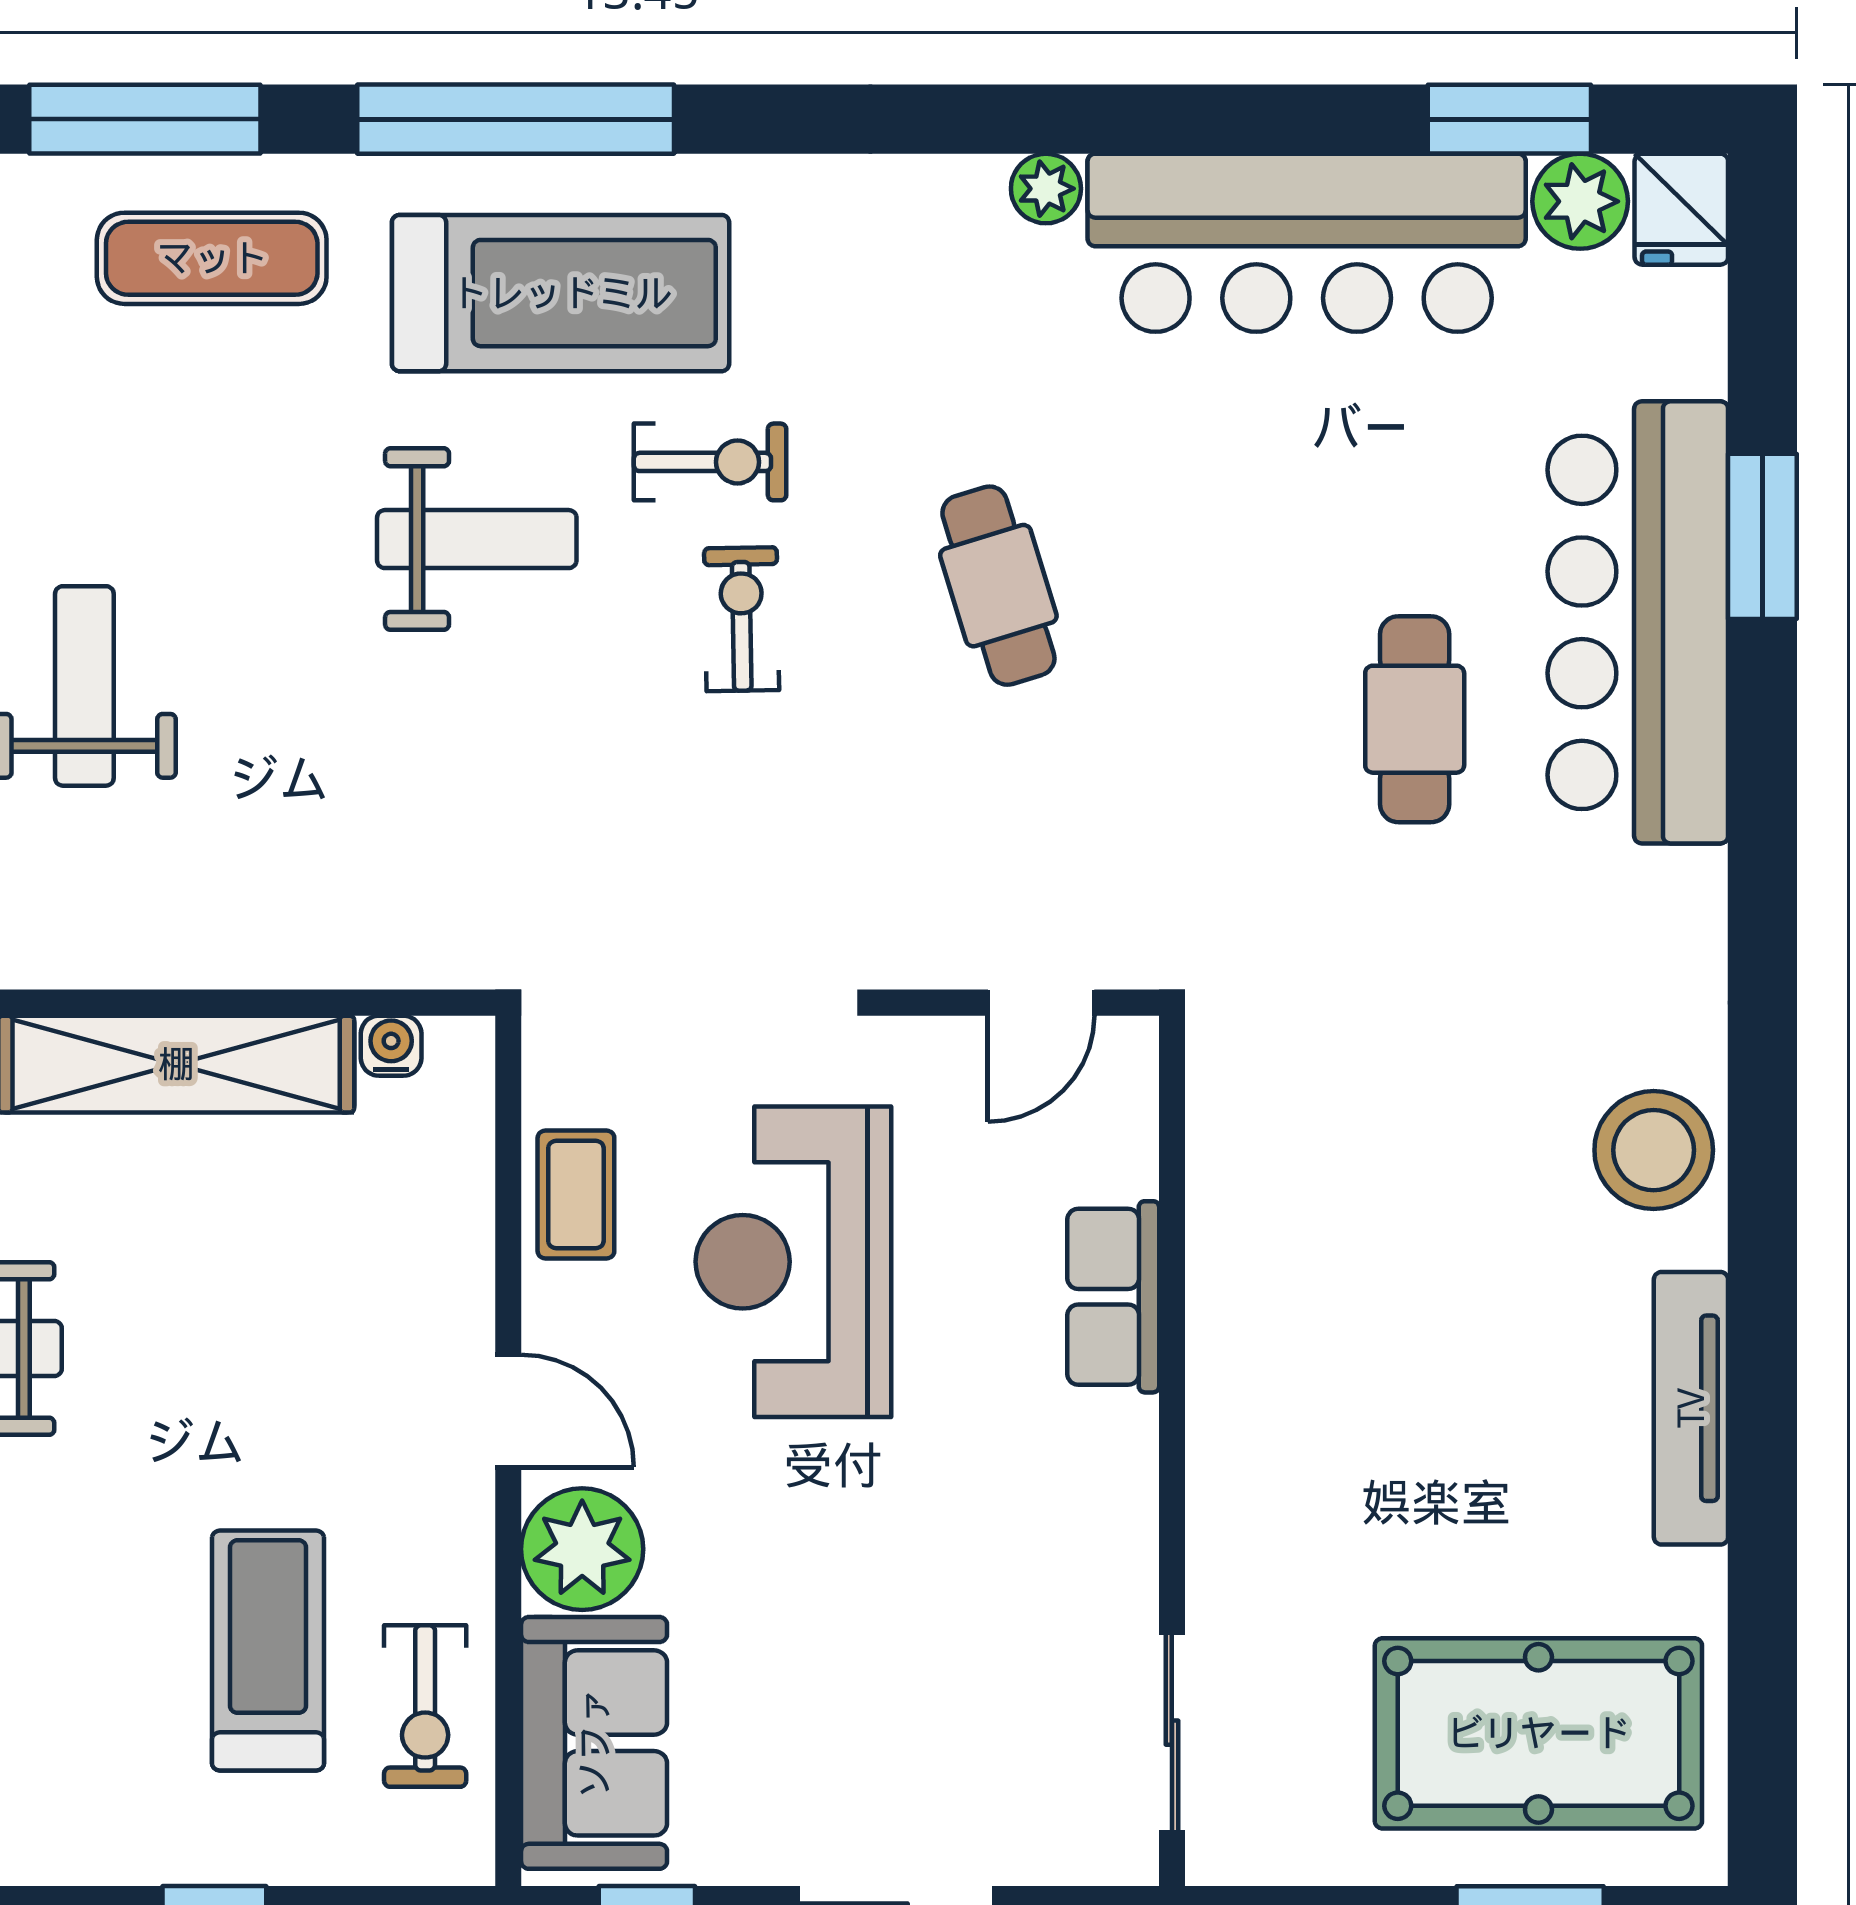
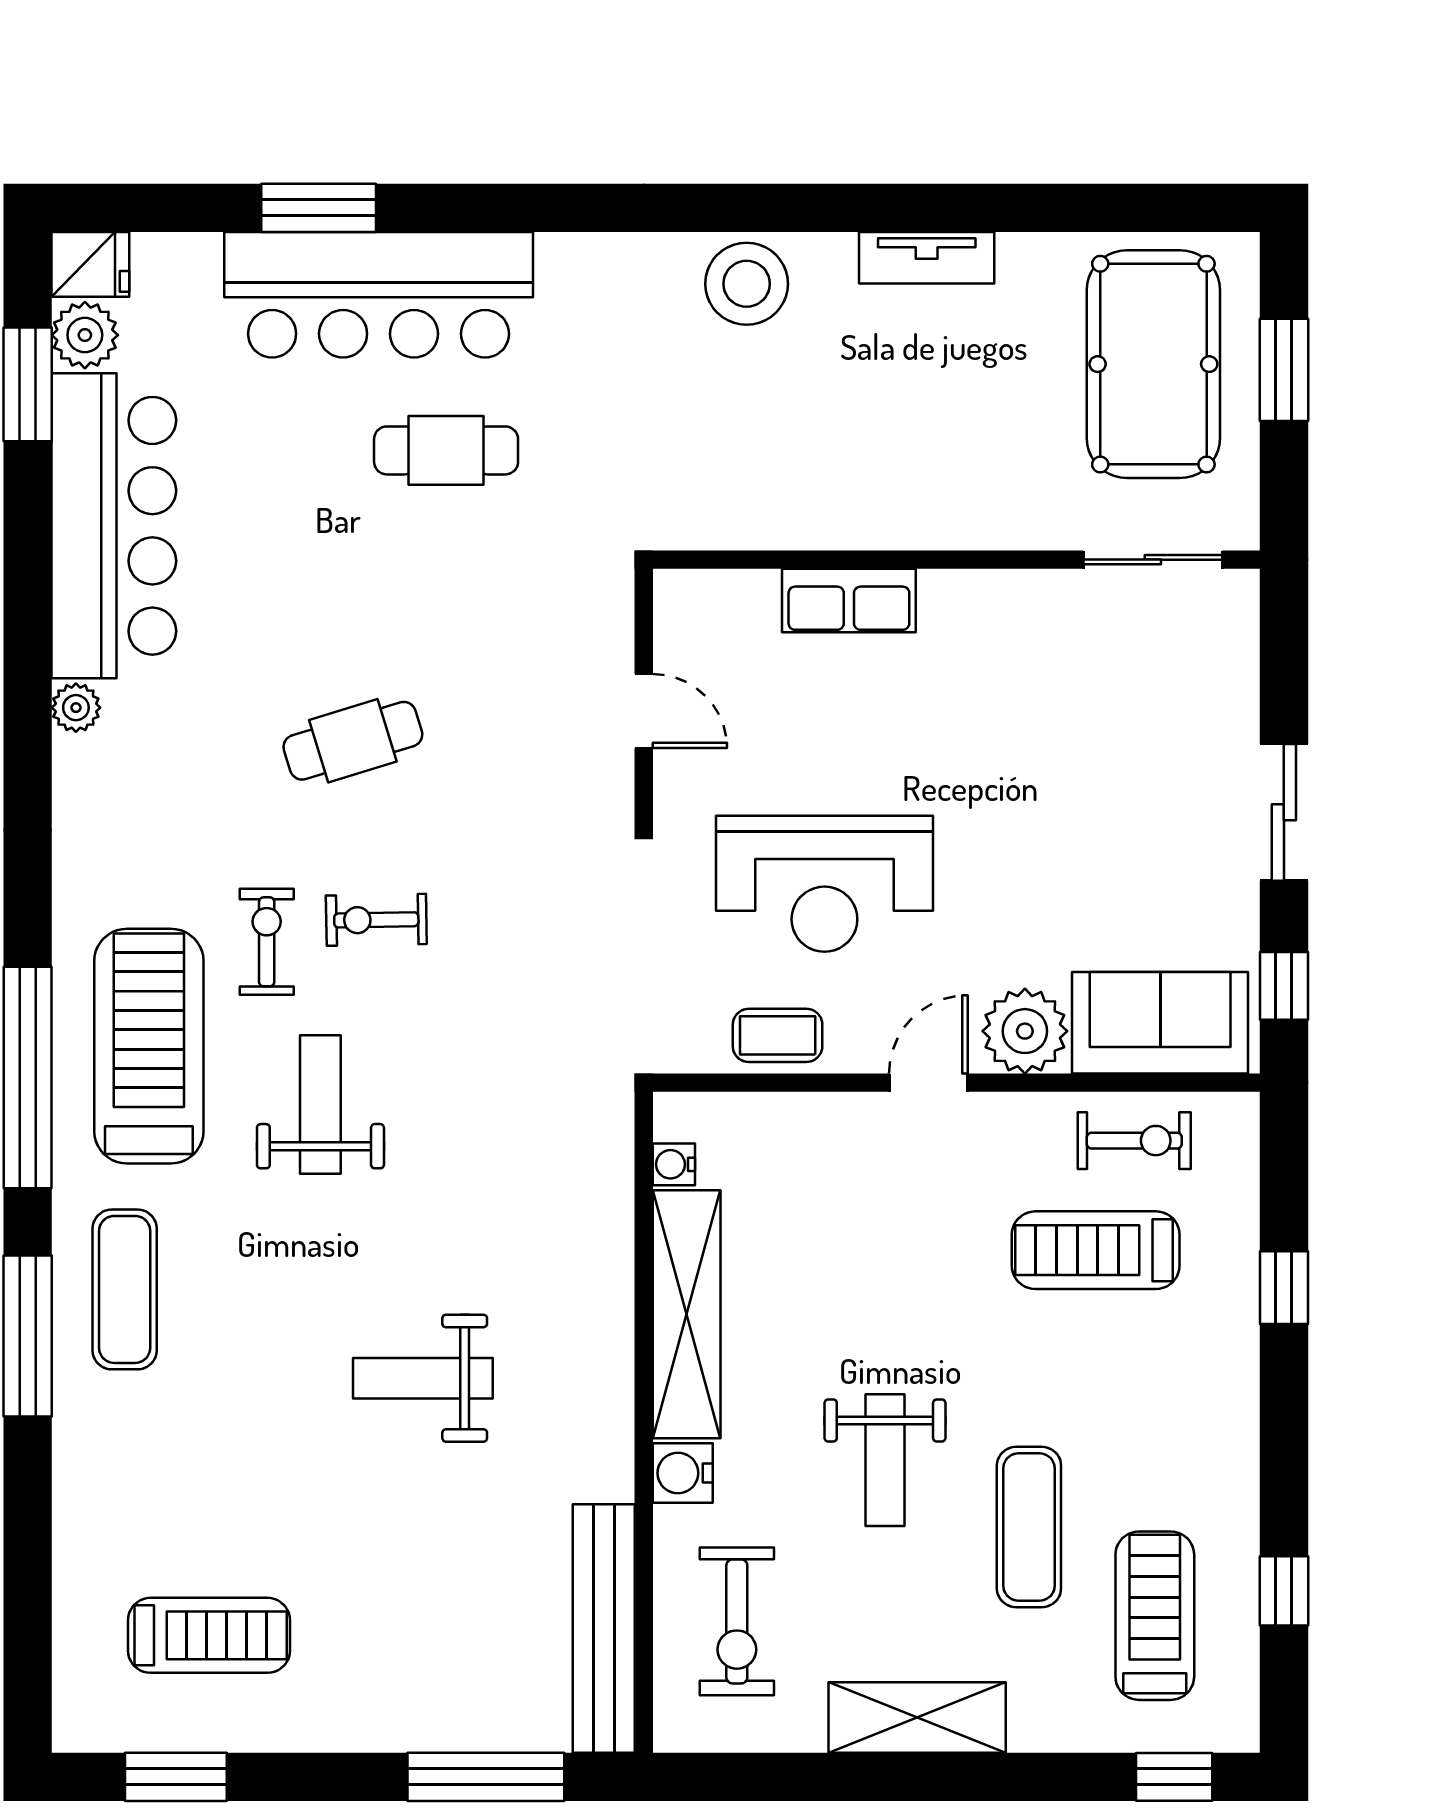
row of seats: (1113, 1297) -> (849, 601), moved
tv unit: (1691, 1408) -> (927, 258), width x0.71
wall: (1172, 1451) -> (956, 560), moved
sliding door: (1172, 1733) -> (1153, 560), moved

